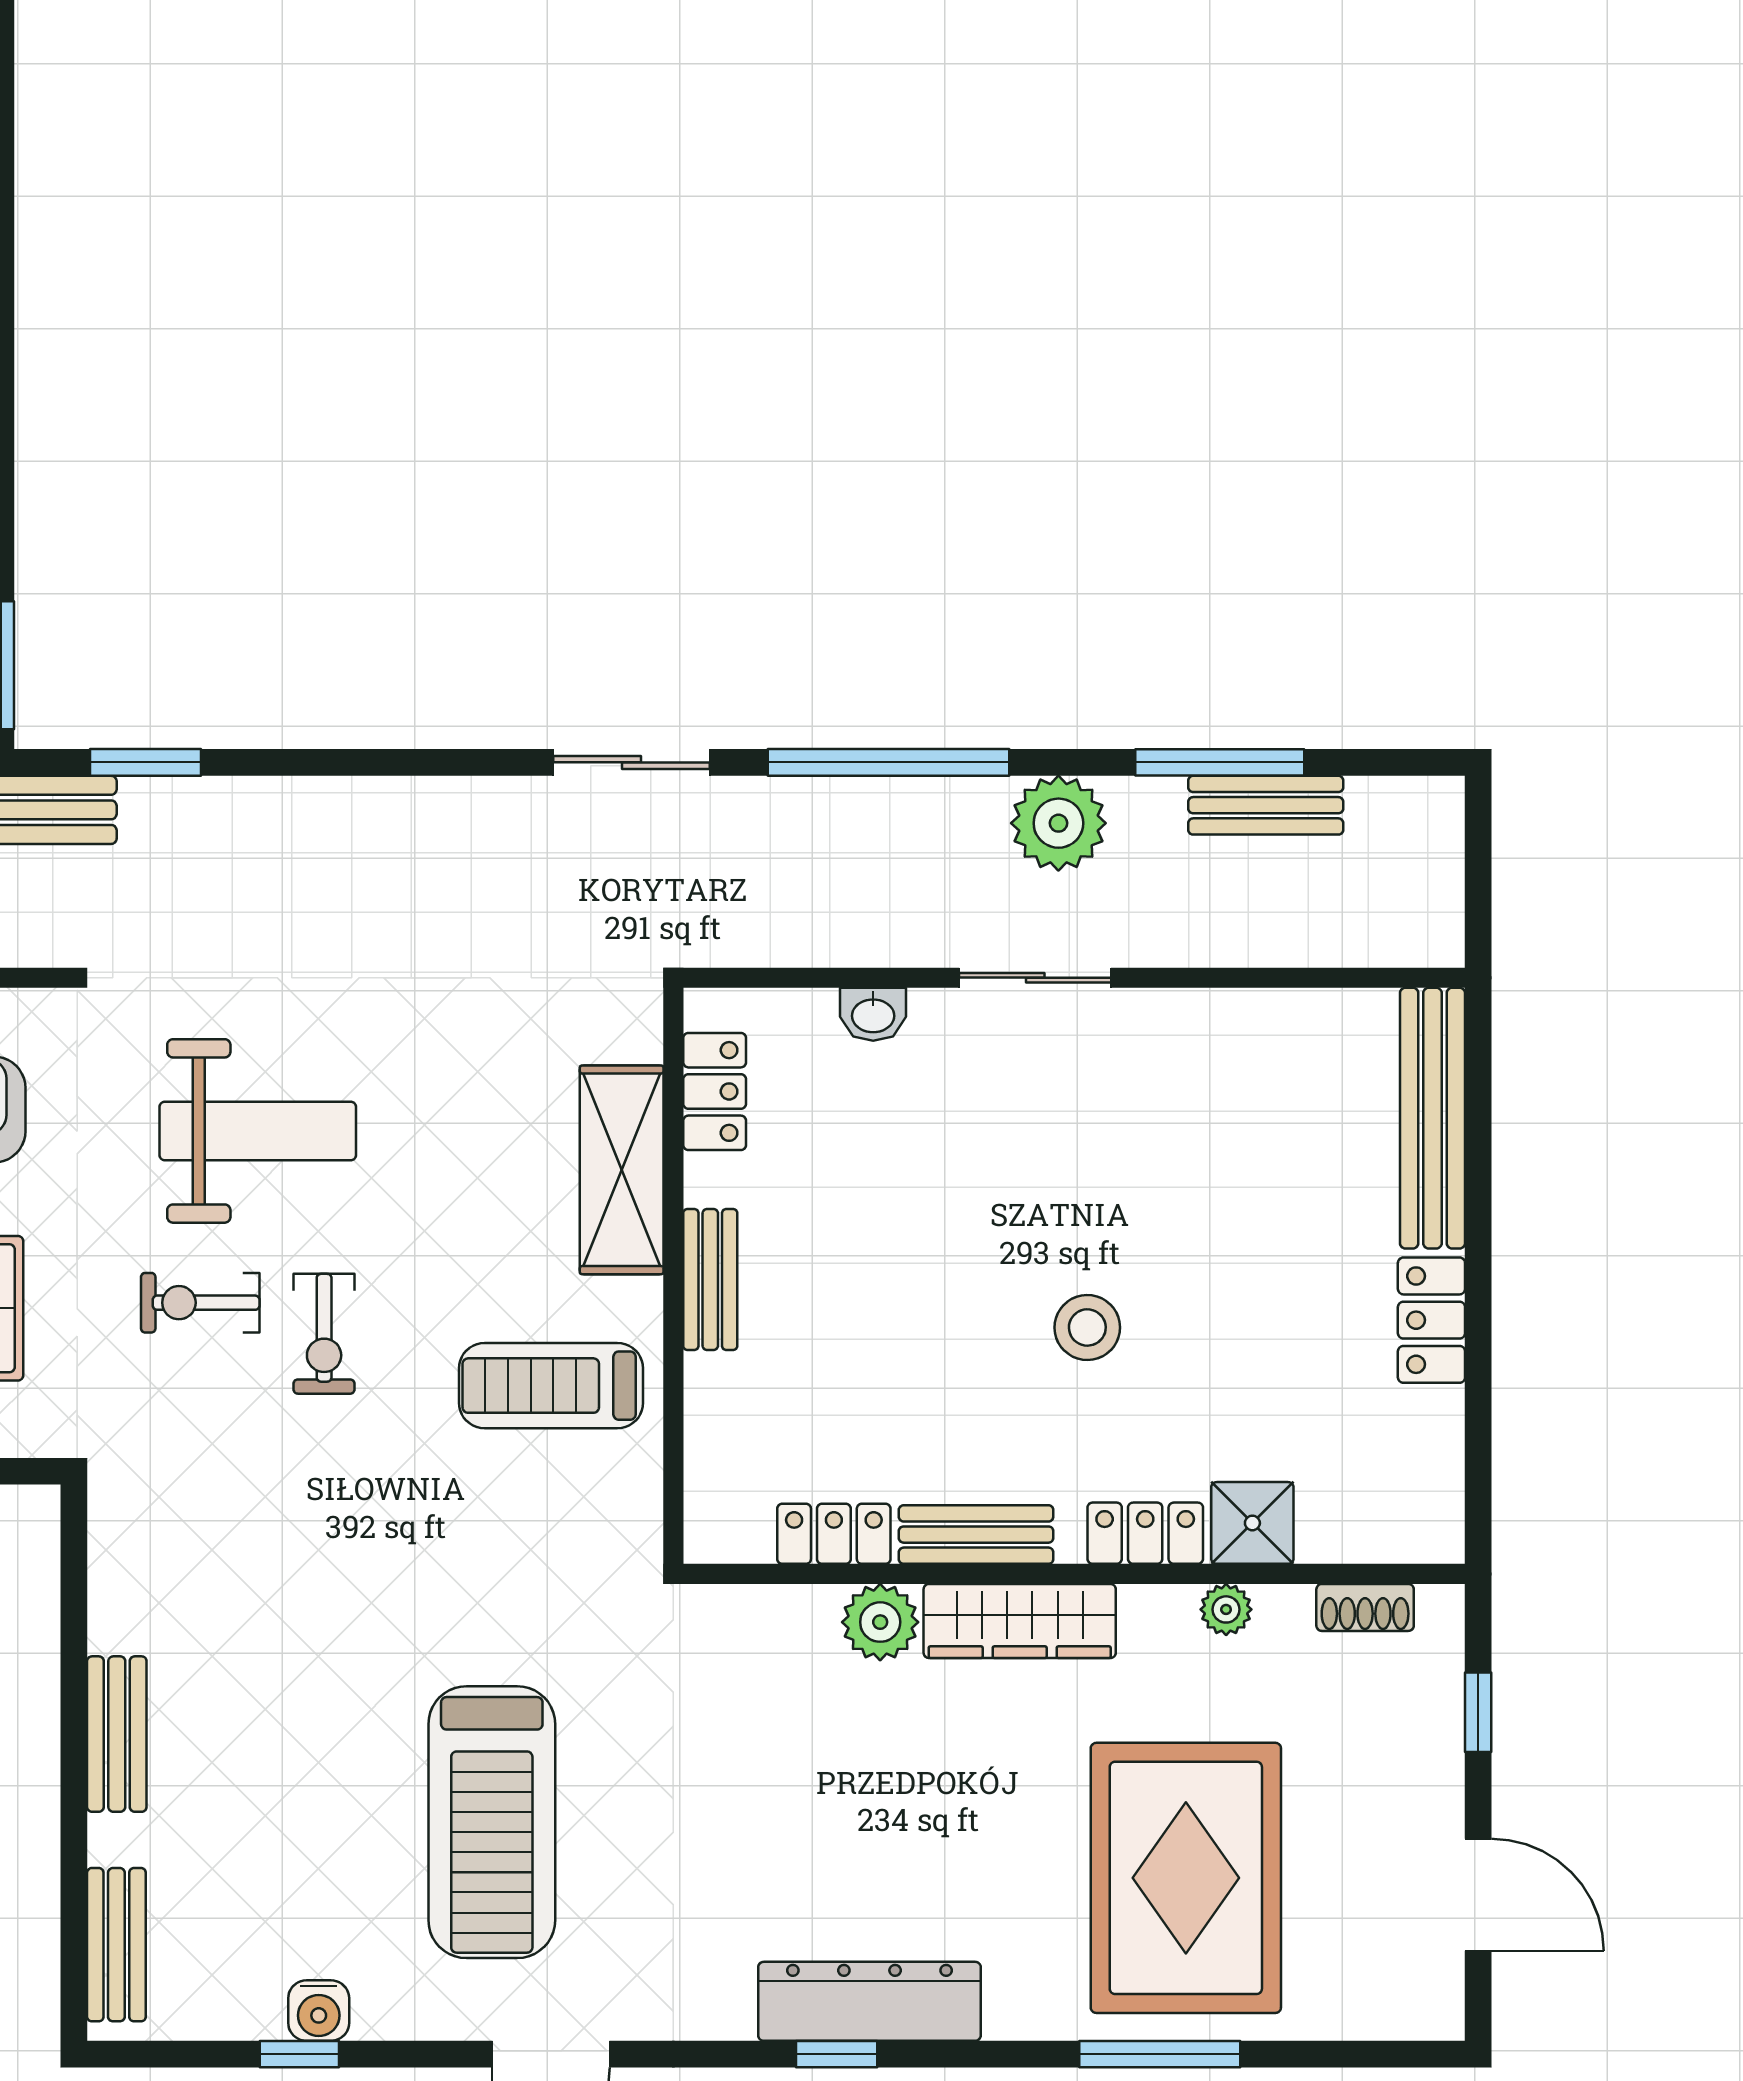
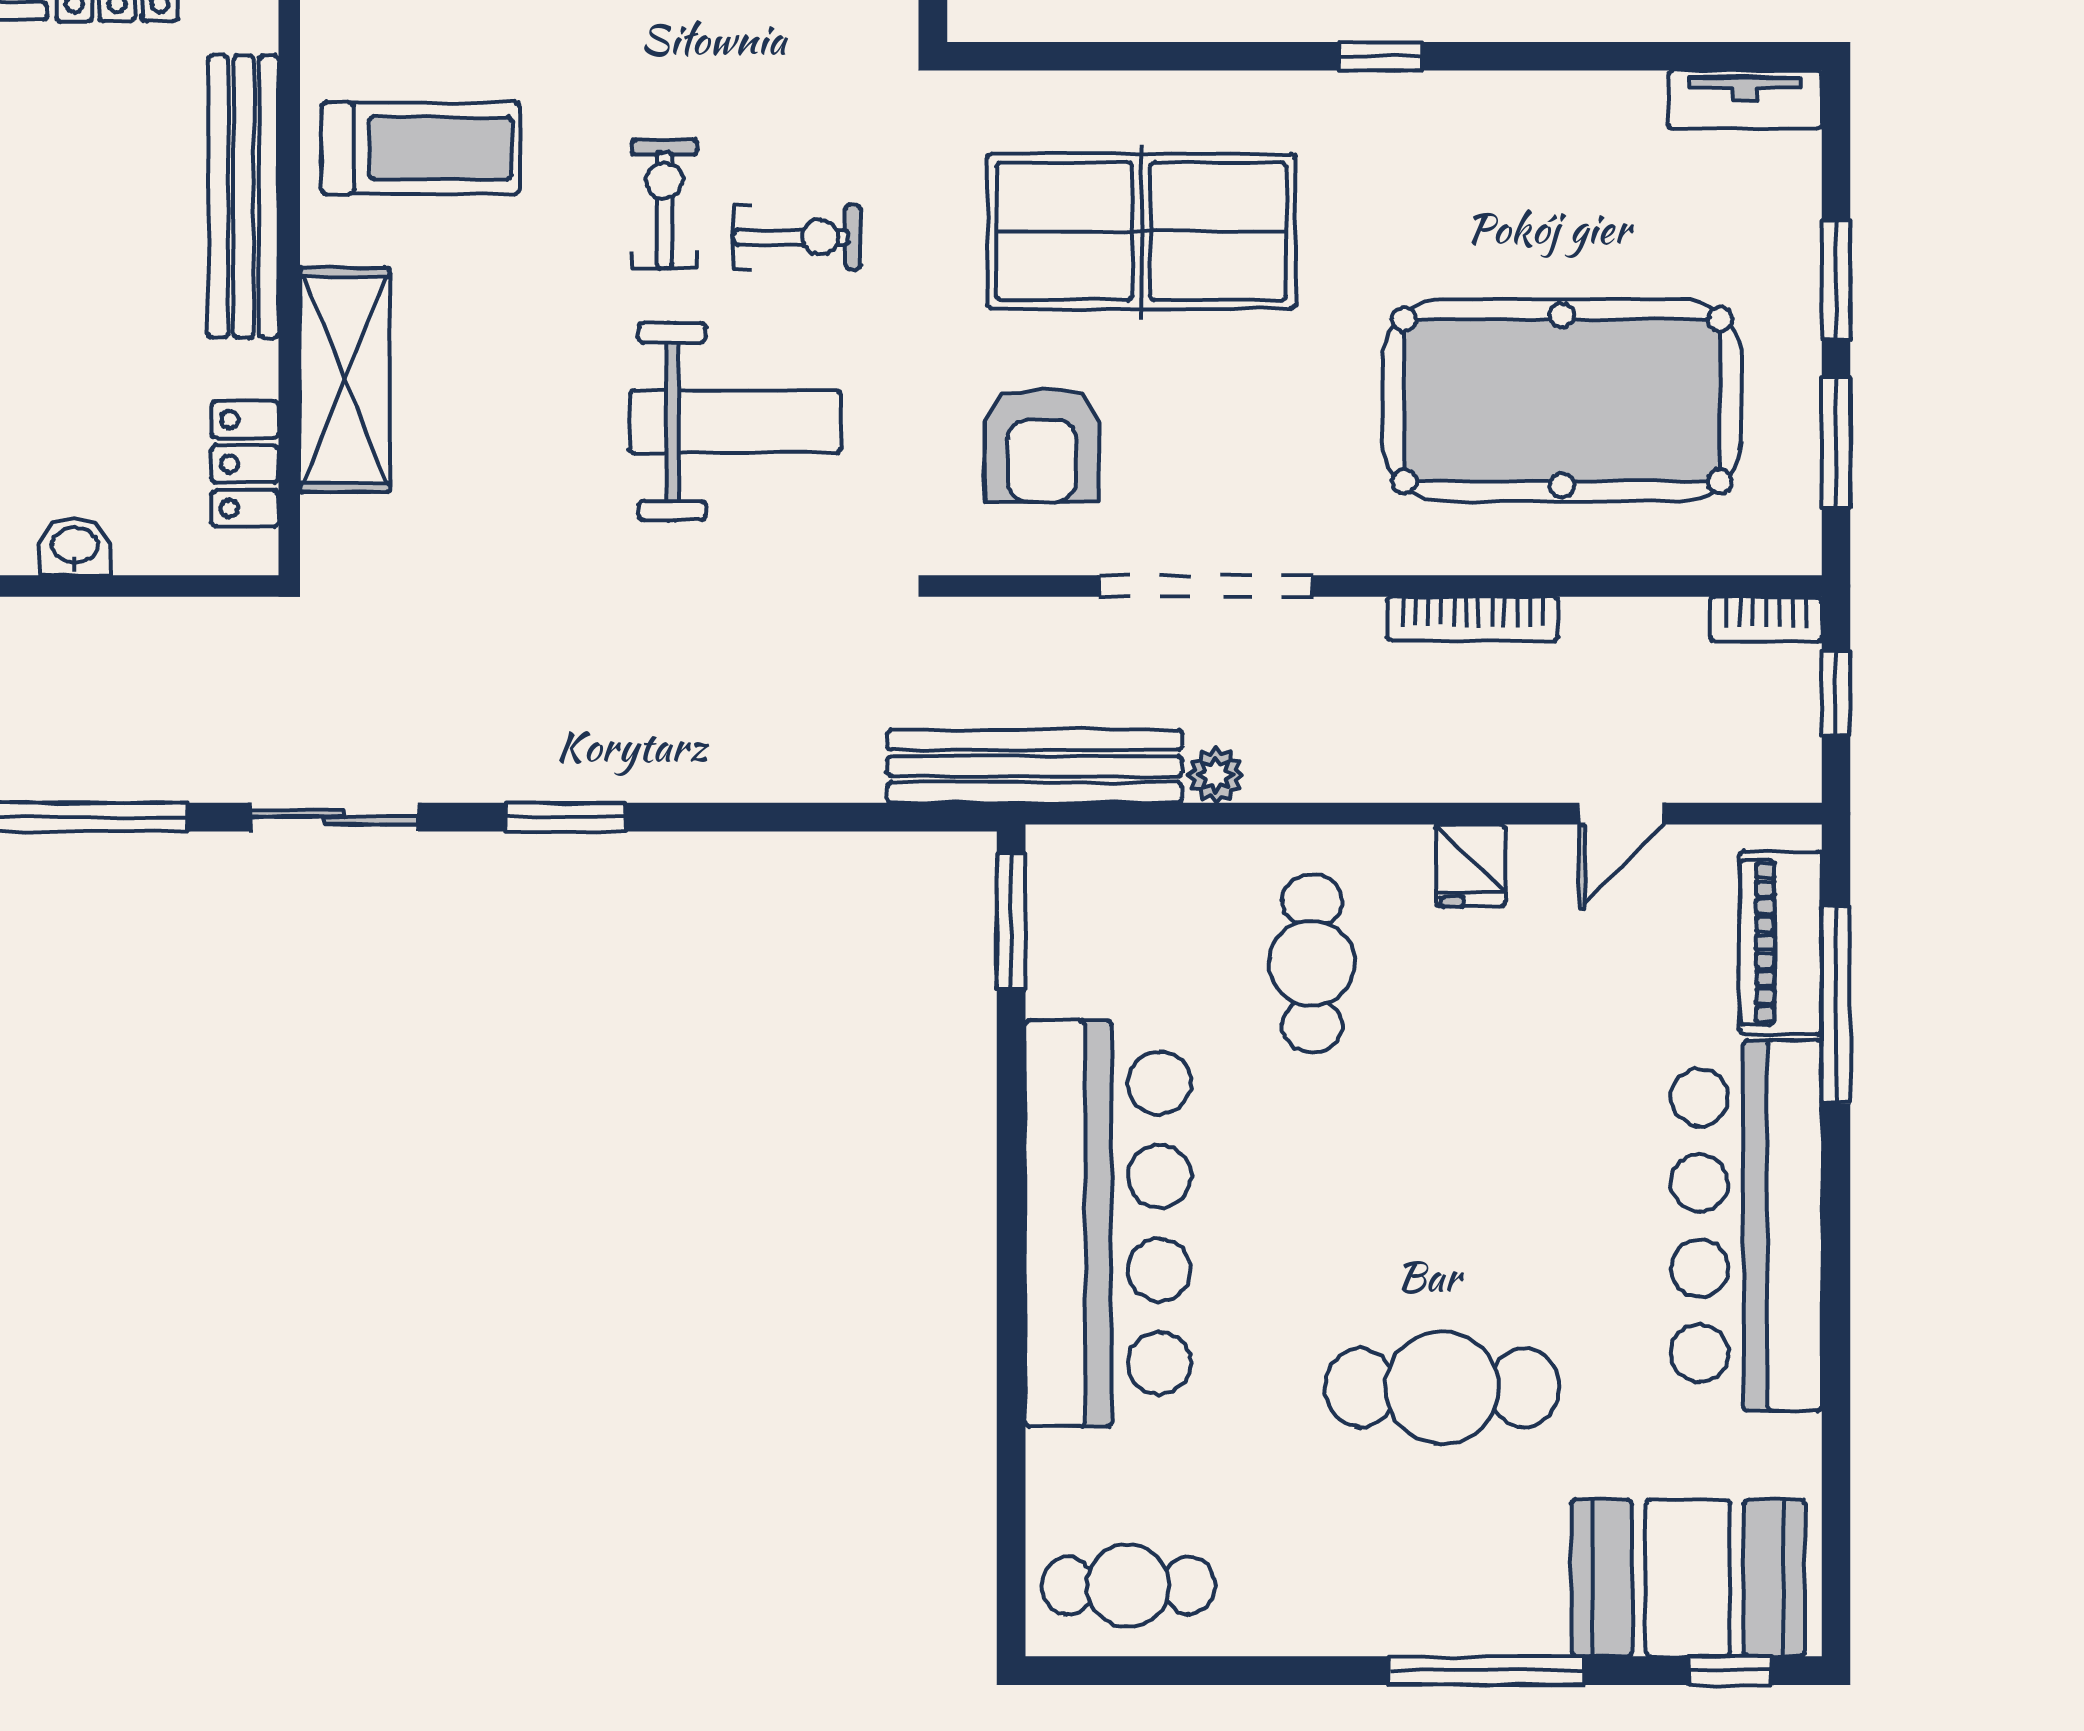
window: (145, 762) -> (566, 817), moved
weight bench: (258, 1131) -> (735, 422), turned 180
bench: (710, 1280) -> (243, 197), width x1.86, depth x1.21

